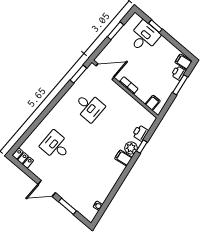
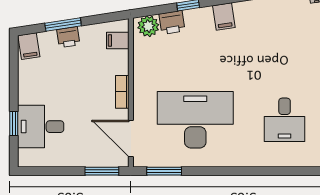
window: (116, 31) -> (102, 171), moved
printer: (178, 73) -> (68, 37), moved
desk: (89, 107) -> (195, 120), width x1.87, depth x1.30
plant: (131, 148) -> (148, 26), moved

